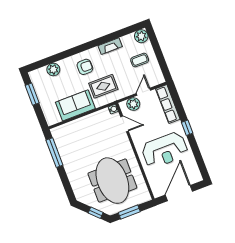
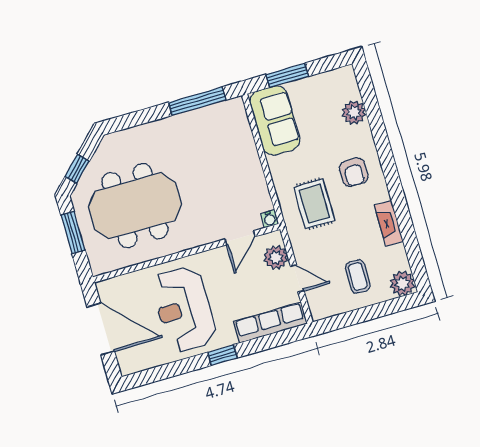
window: (32, 94) -> (287, 75), moved
sofa: (75, 105) -> (275, 120), moved

